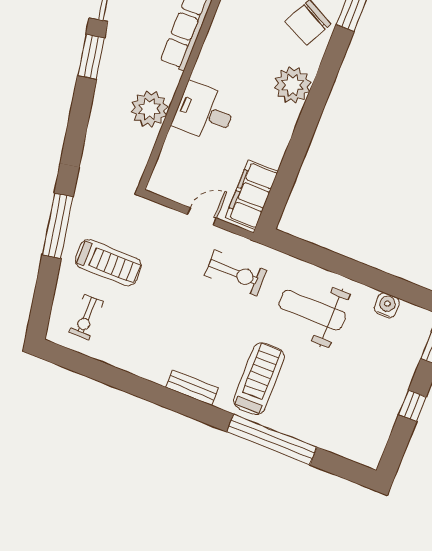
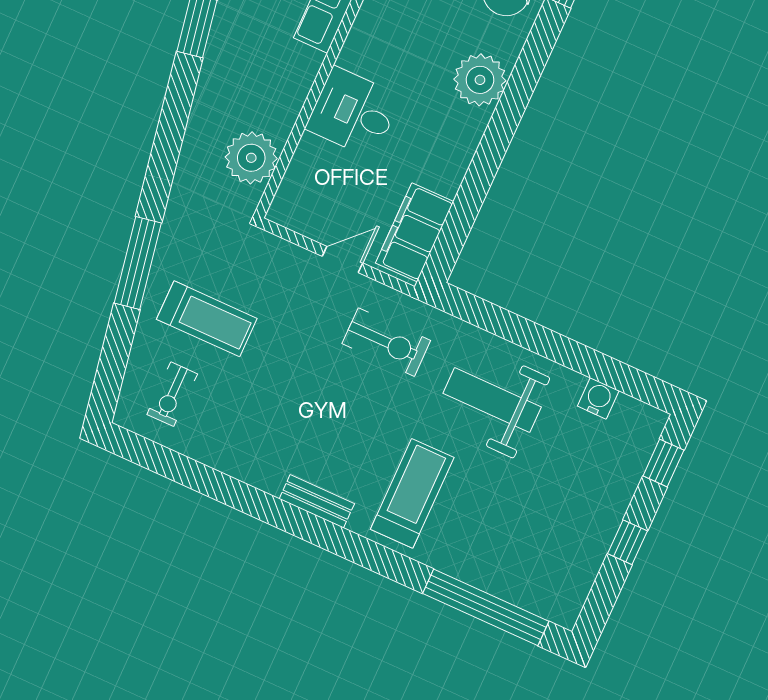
plant: (149, 109) -> (251, 158), moved
window: (272, 439) -> (486, 607), moved

